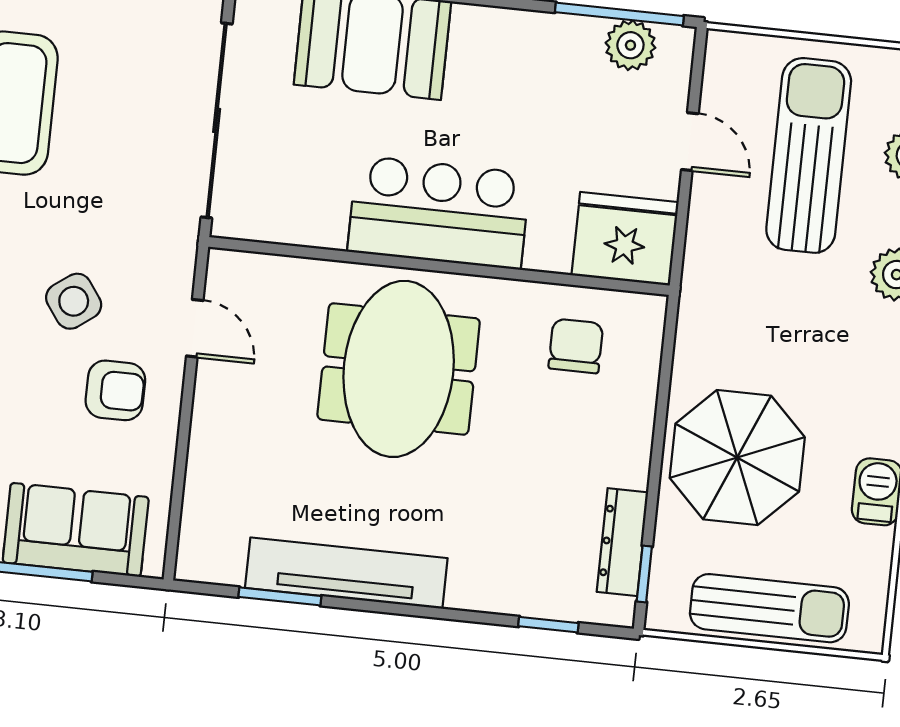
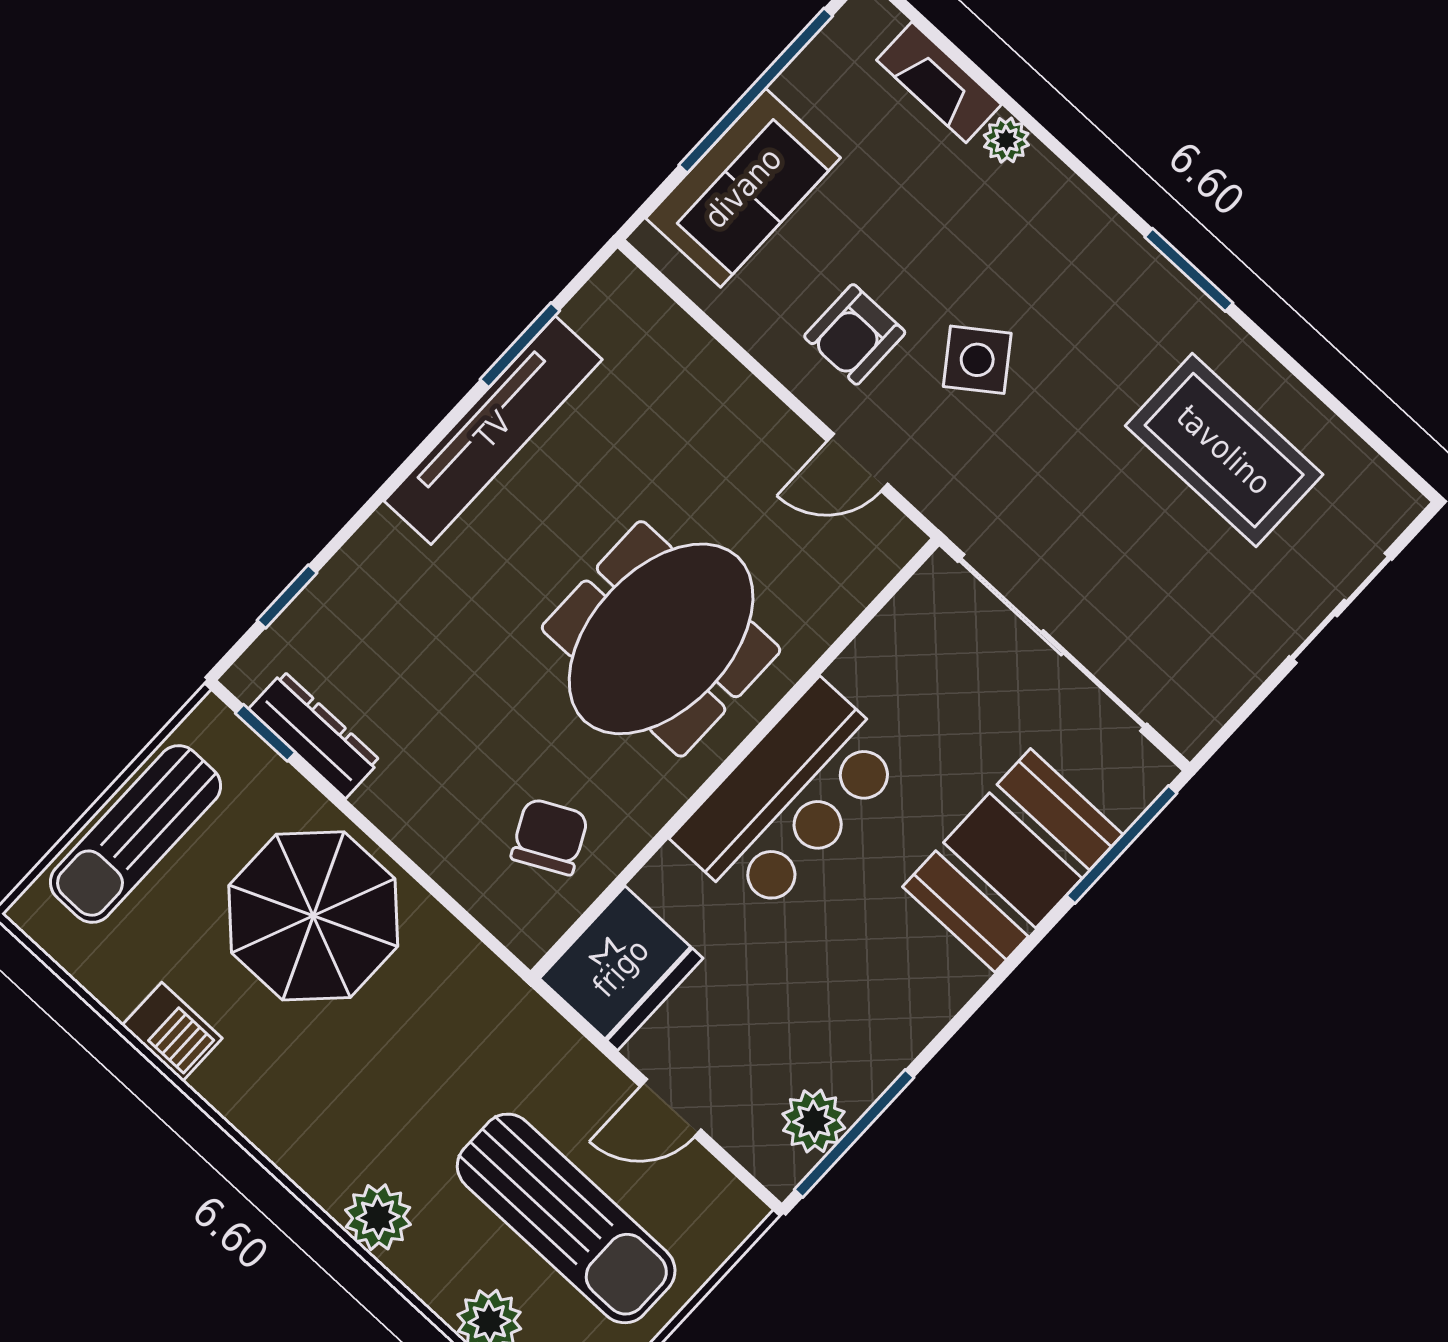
chair: (576, 346) -> (550, 837), turned -117
meeting table: (399, 369) -> (661, 639), turned 90

